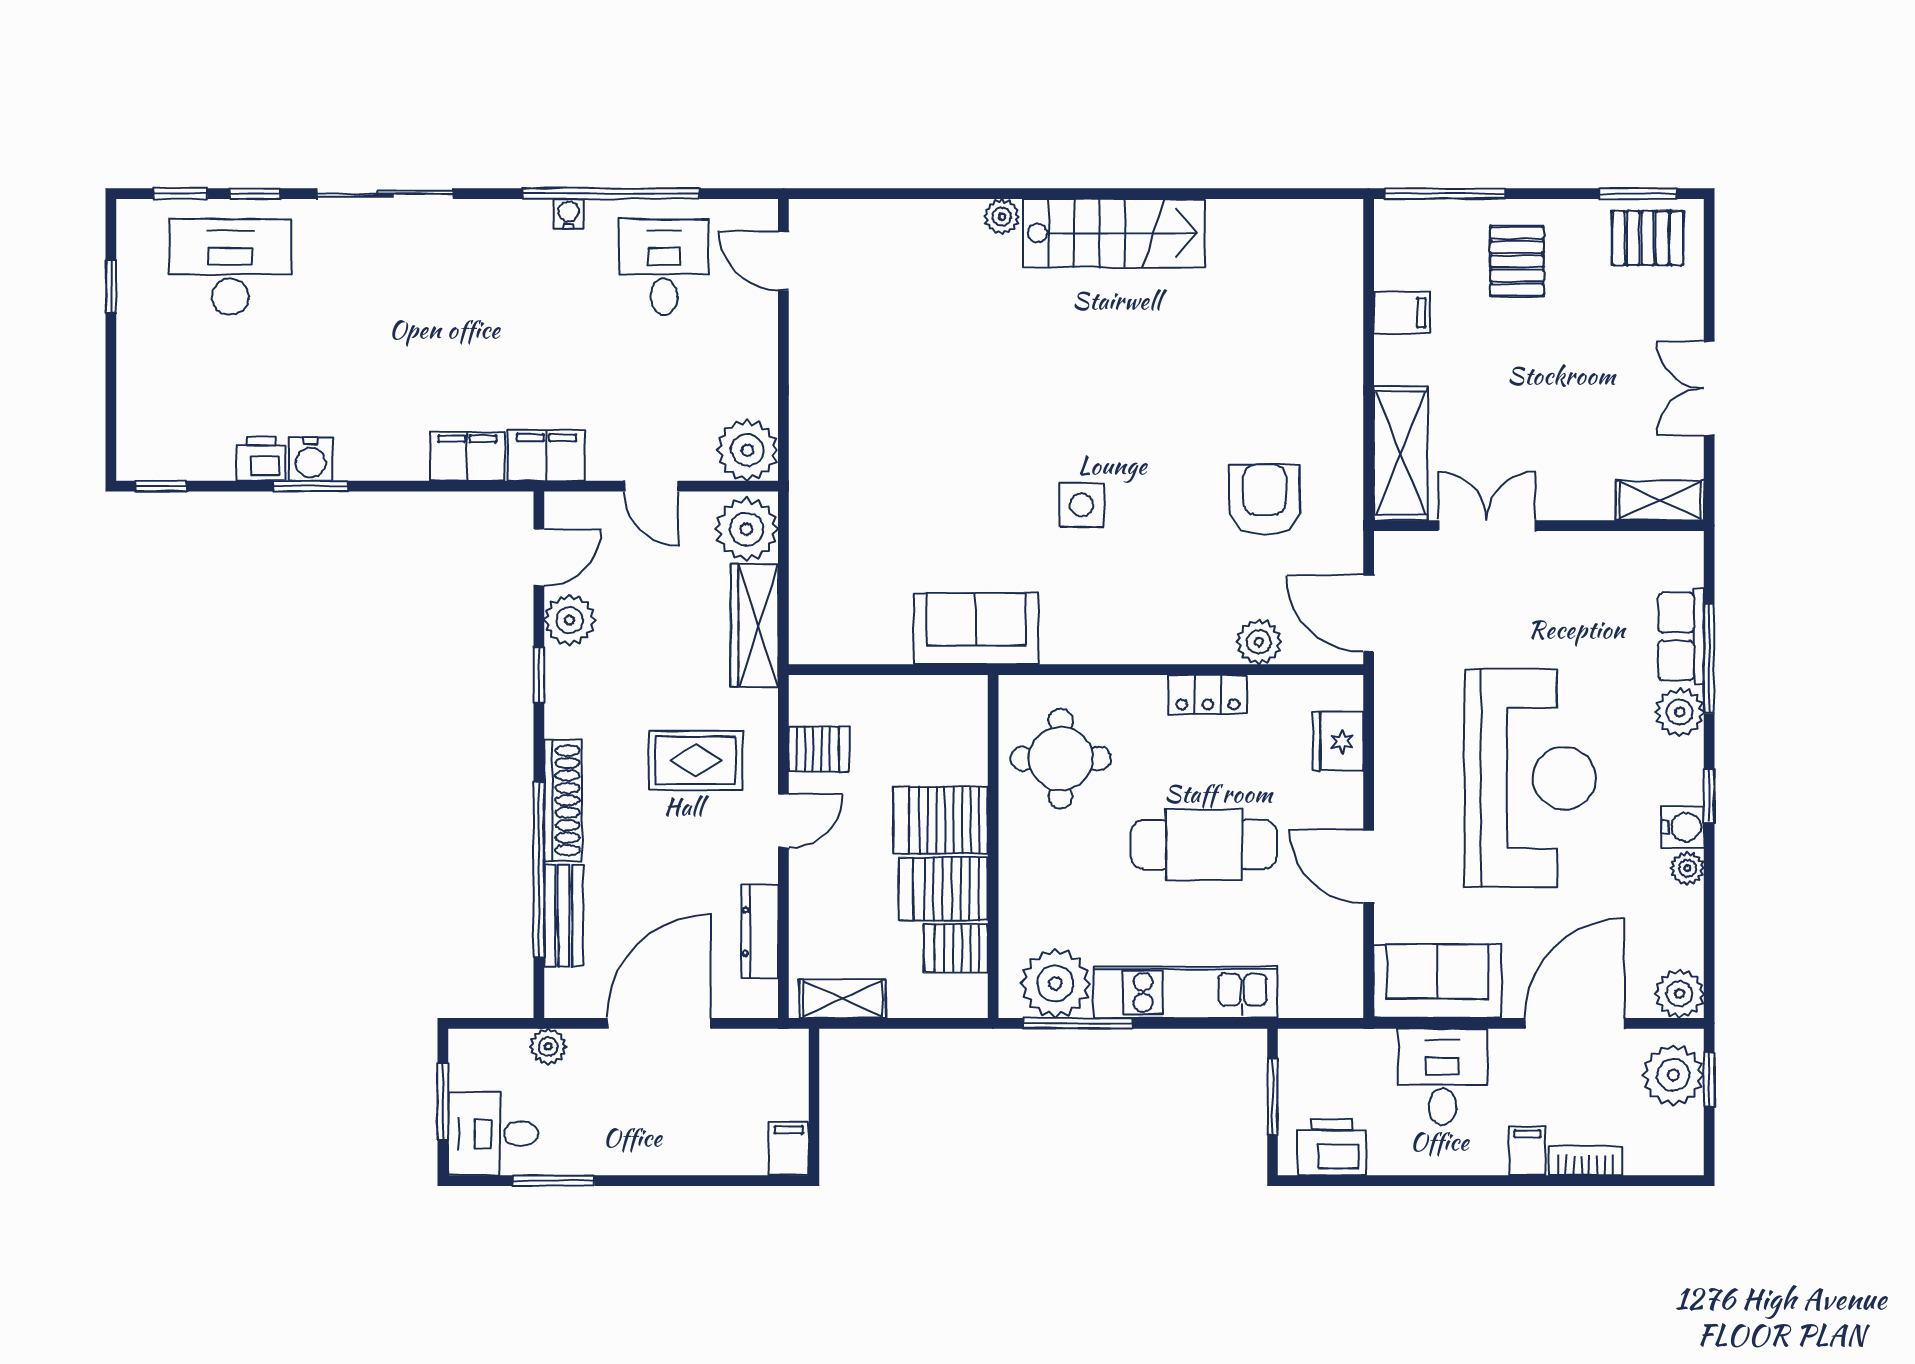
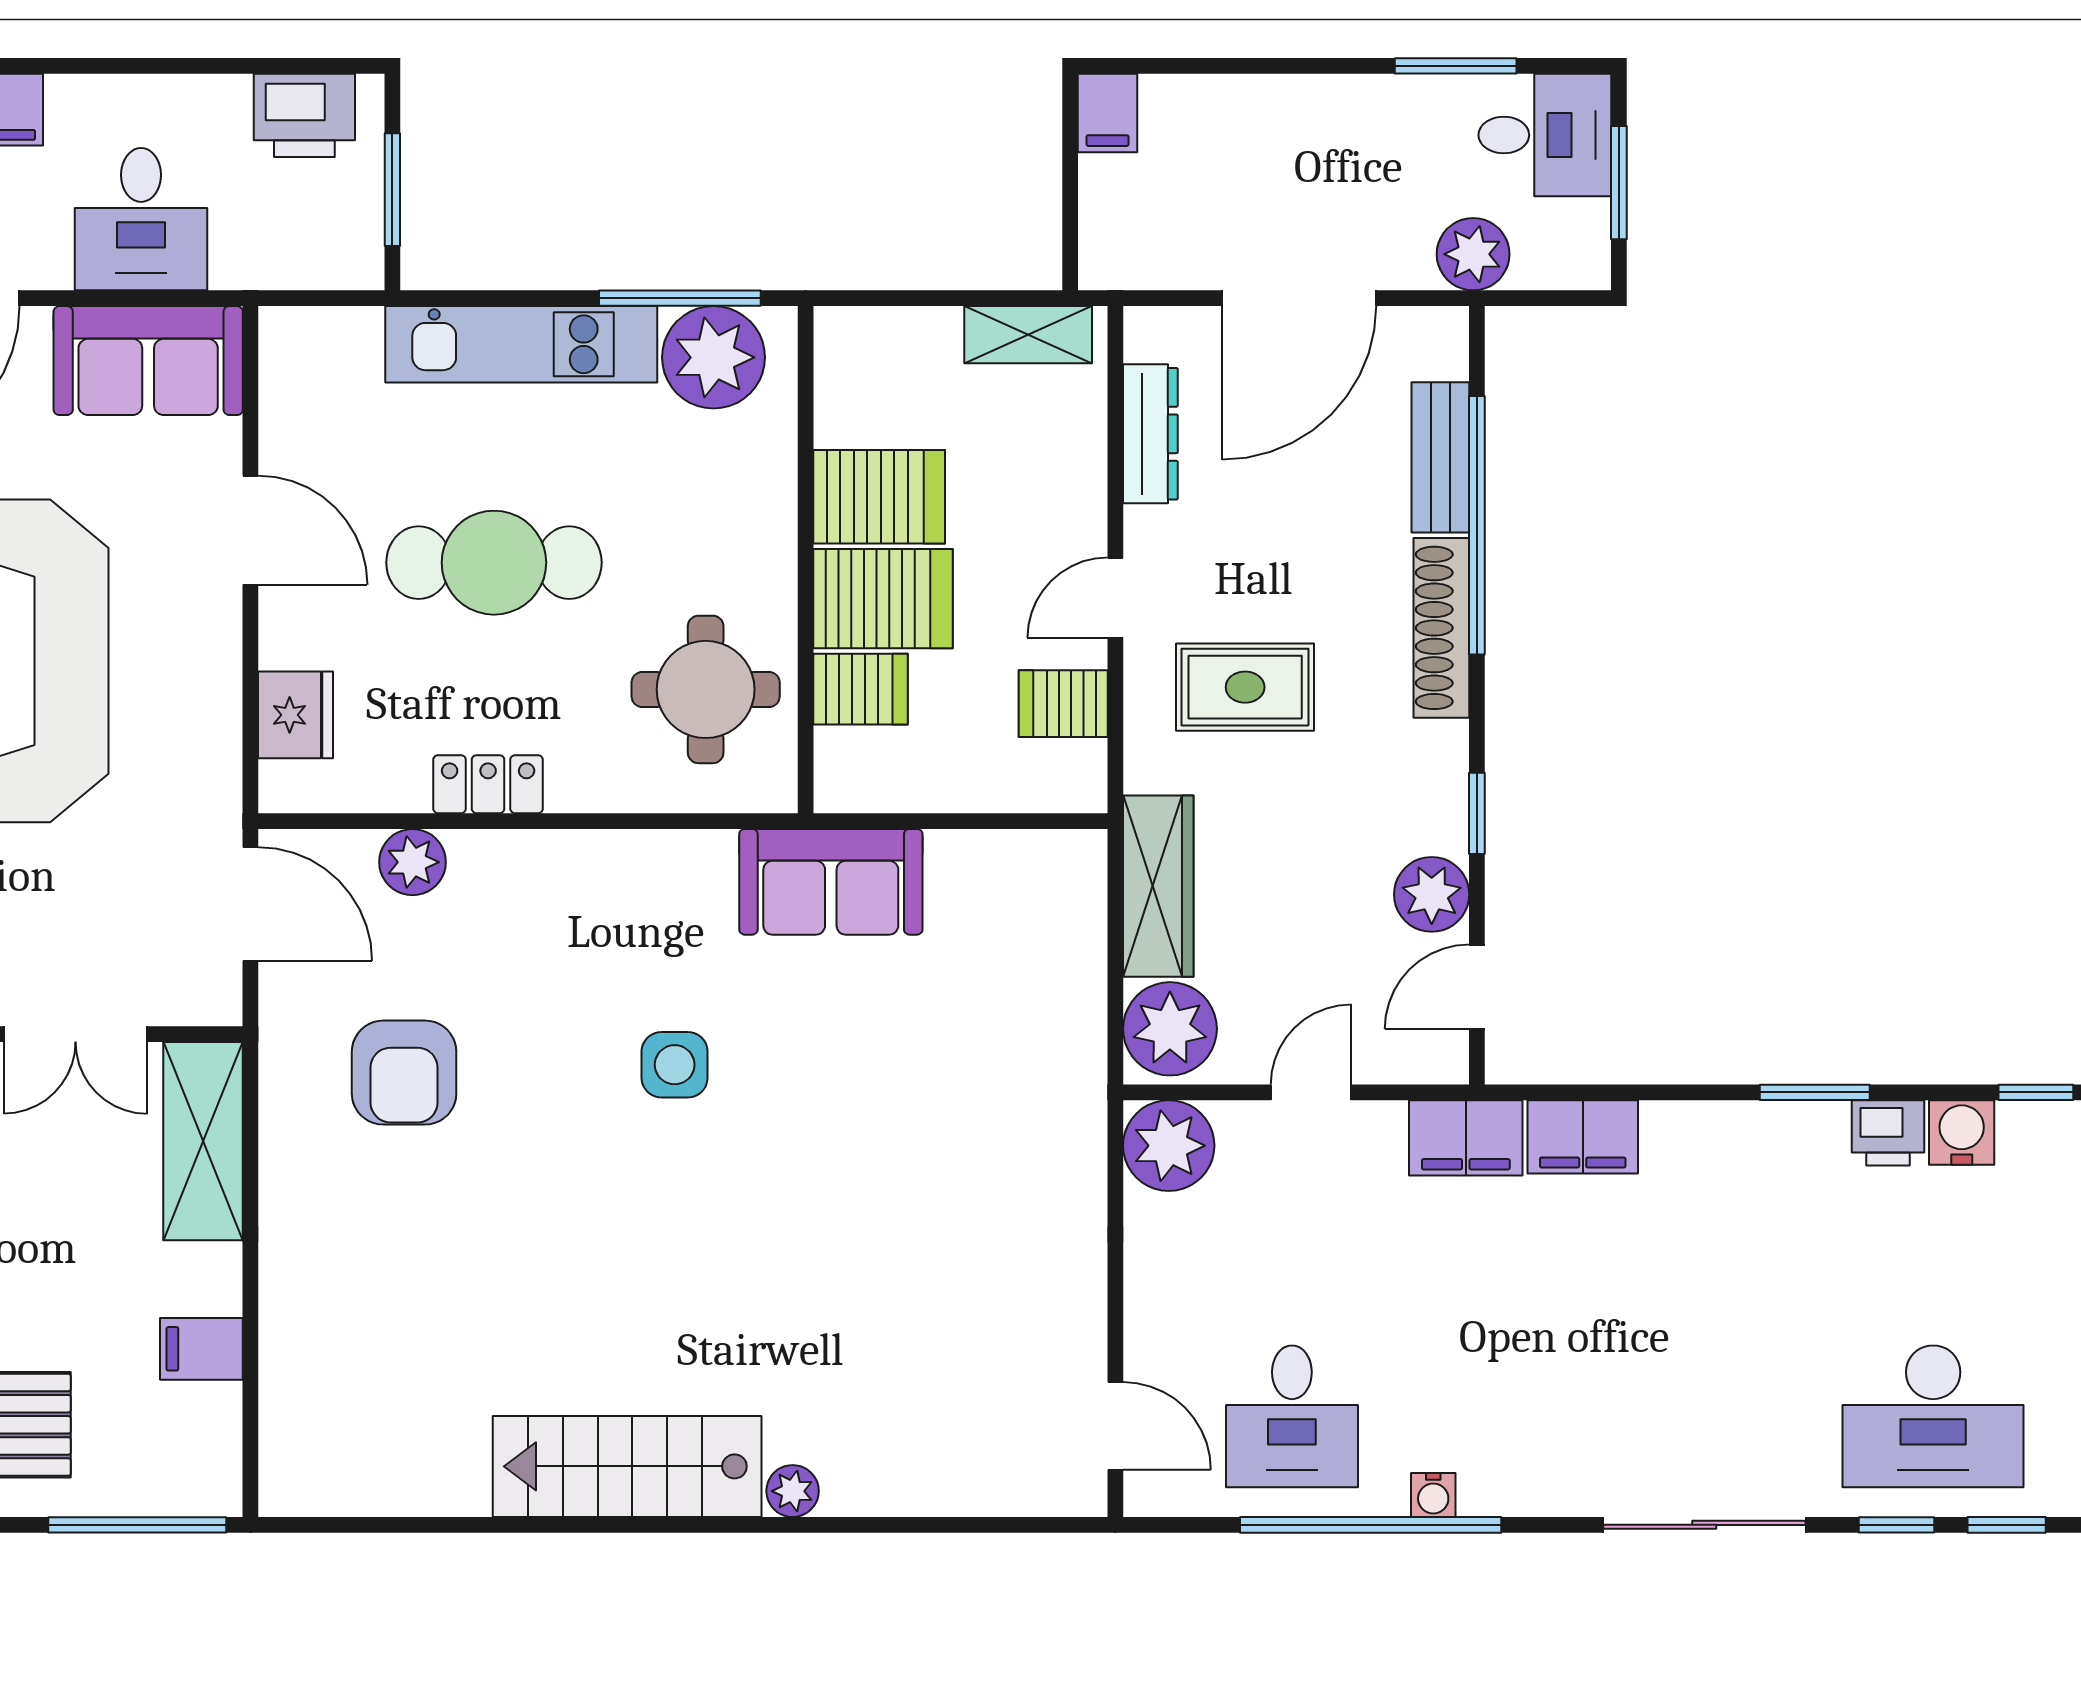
water cooler: (311, 459) -> (1962, 1132), moved
door: (651, 486) -> (1311, 1092), hinge flipped
server rack: (956, 948) -> (860, 689), moved
plant: (548, 1046) -> (1473, 254), width x1.38, depth x1.38

